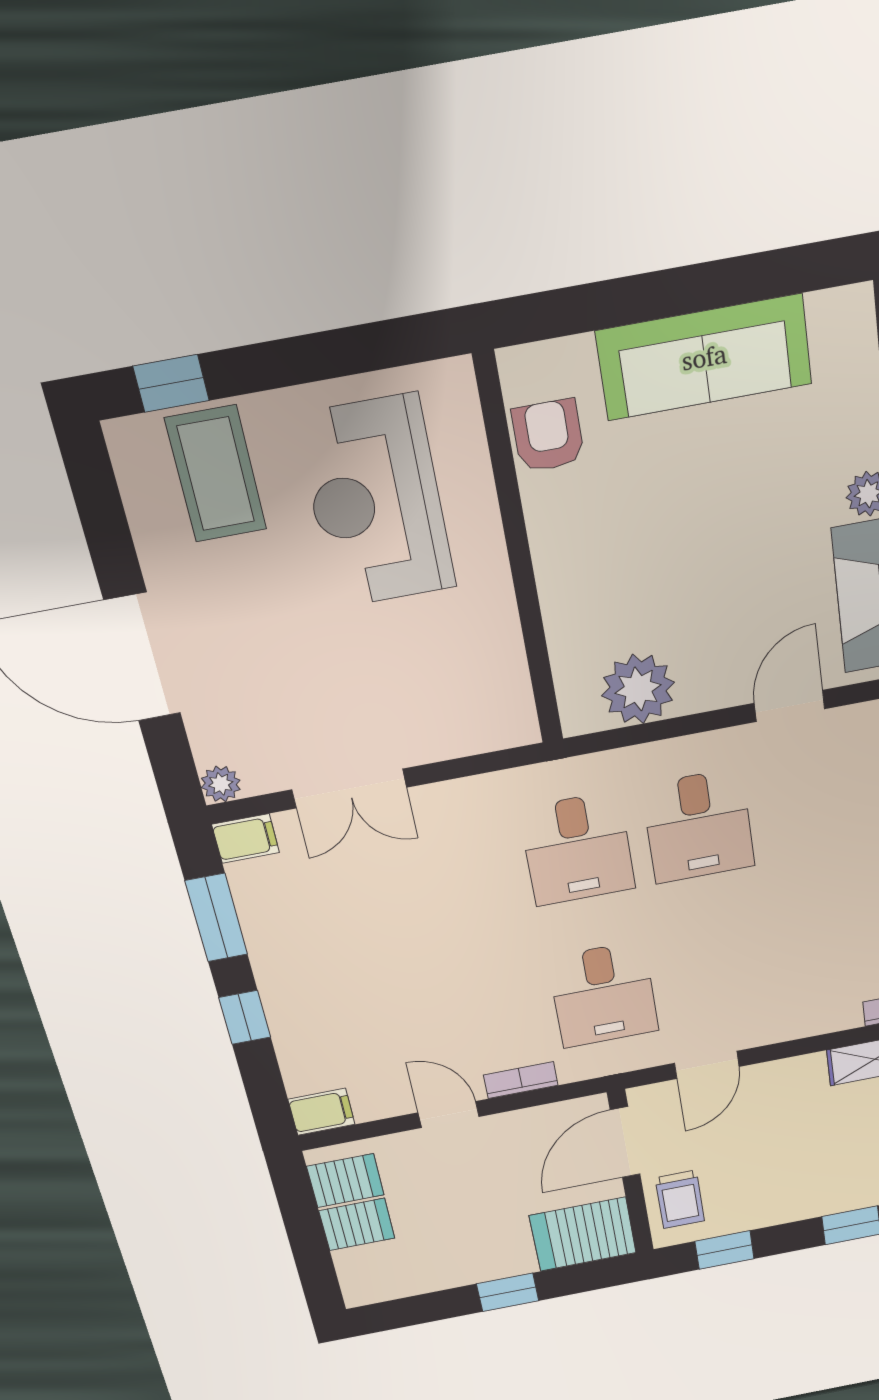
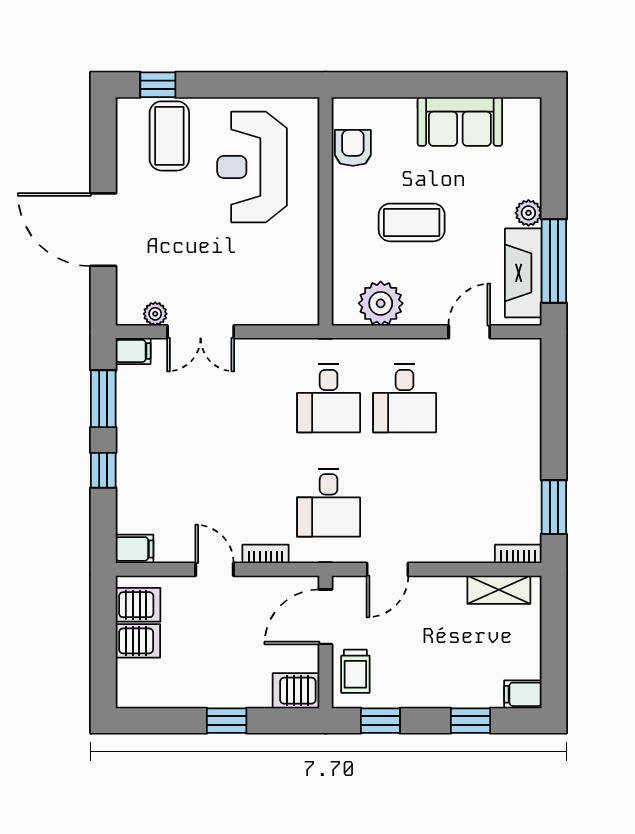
sofa: (704, 357) -> (460, 121), width x0.73
coffee table: (671, 547) -> (412, 222), added
plant: (221, 784) -> (155, 314), moved
server rack: (583, 1234) -> (296, 691), width x0.73, depth x0.70

